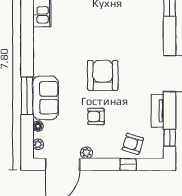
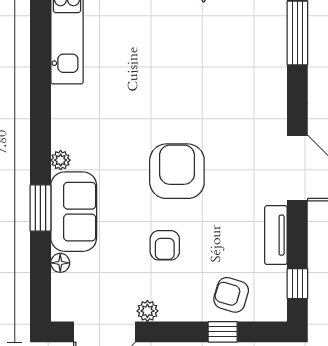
window: (27, 96) -> (40, 208), width x0.69
armchair: (96, 116) -> (165, 245), turned -90
plant: (38, 144) -> (61, 160), moved

